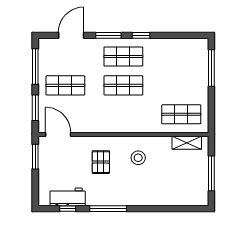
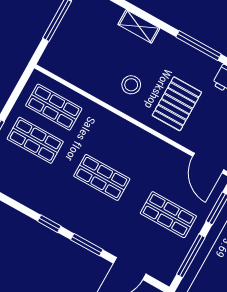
shop shelf: (123, 56) -> (35, 140), moved
shelving: (187, 143) -> (139, 26), moved
pallet: (101, 162) -> (177, 104), width x1.50, depth x1.42

